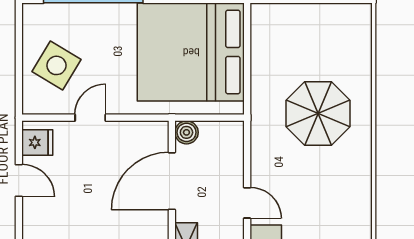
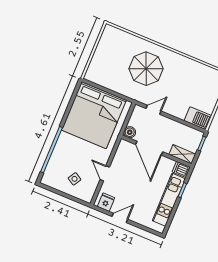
side table: (56, 65) -> (74, 179), width x0.54, depth x0.54
door: (247, 203) -> (154, 110), moved

